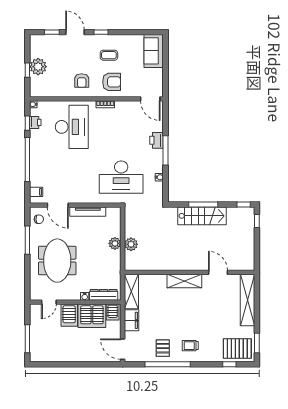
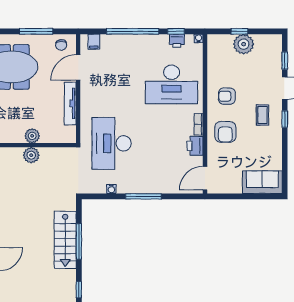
coffee table: (109, 55) -> (262, 115), moved
printer: (157, 140) -> (195, 146), moved, turned -90

